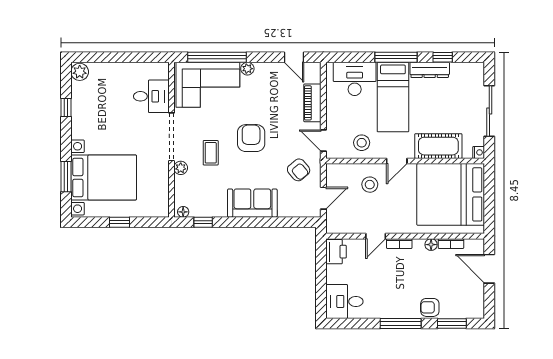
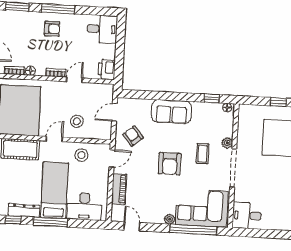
desk: (151, 96) -> (247, 216), moved
door: (323, 141) -> (112, 159), hinge flipped
armchair: (430, 307) -> (52, 29), moved

